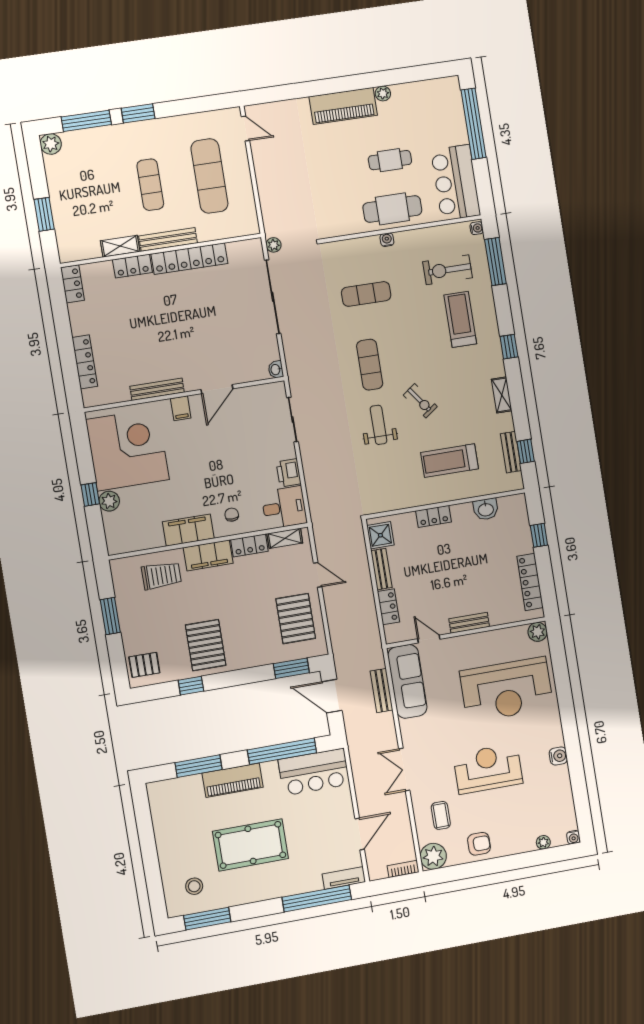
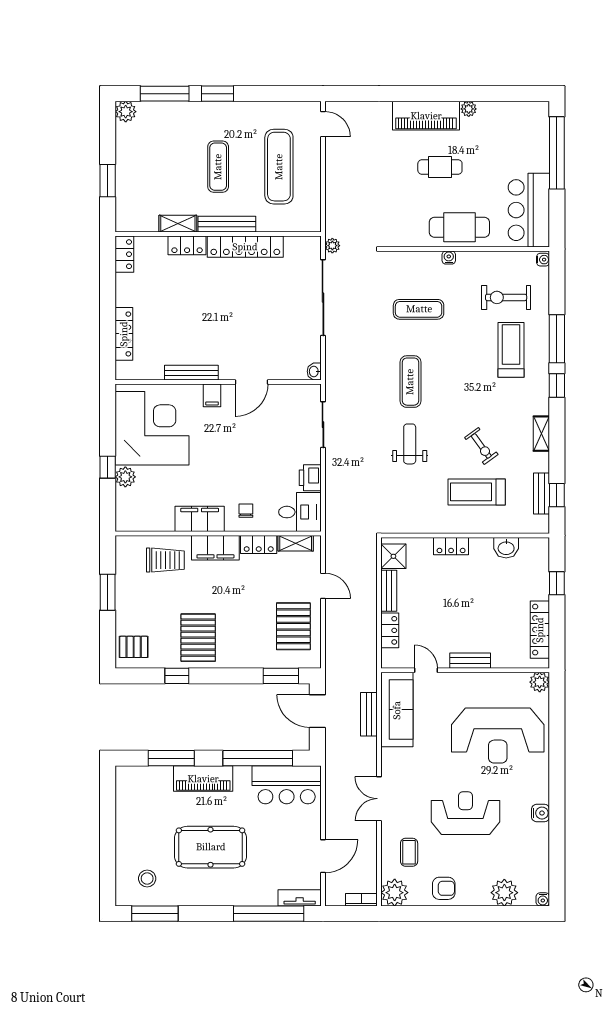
cafe table: (390, 160) -> (440, 167), moved
window: (495, 262) -> (557, 339), moved
exercise bike: (420, 401) -> (481, 446), moved
plant: (543, 842) -> (504, 893), width x1.87, depth x1.87

